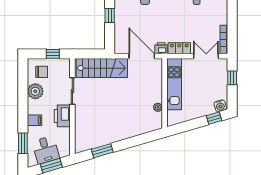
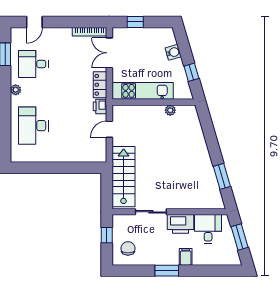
window: (110, 16) -> (61, 168), removed
door: (142, 56) -> (109, 129), width x0.53
plant: (35, 91) -> (151, 256), removed
water cooler: (220, 106) -> (173, 52), moved
window: (214, 118) -> (191, 72), moved
window: (23, 143) -> (167, 271), moved
desk: (46, 150) -> (208, 229), moved, turned -74

